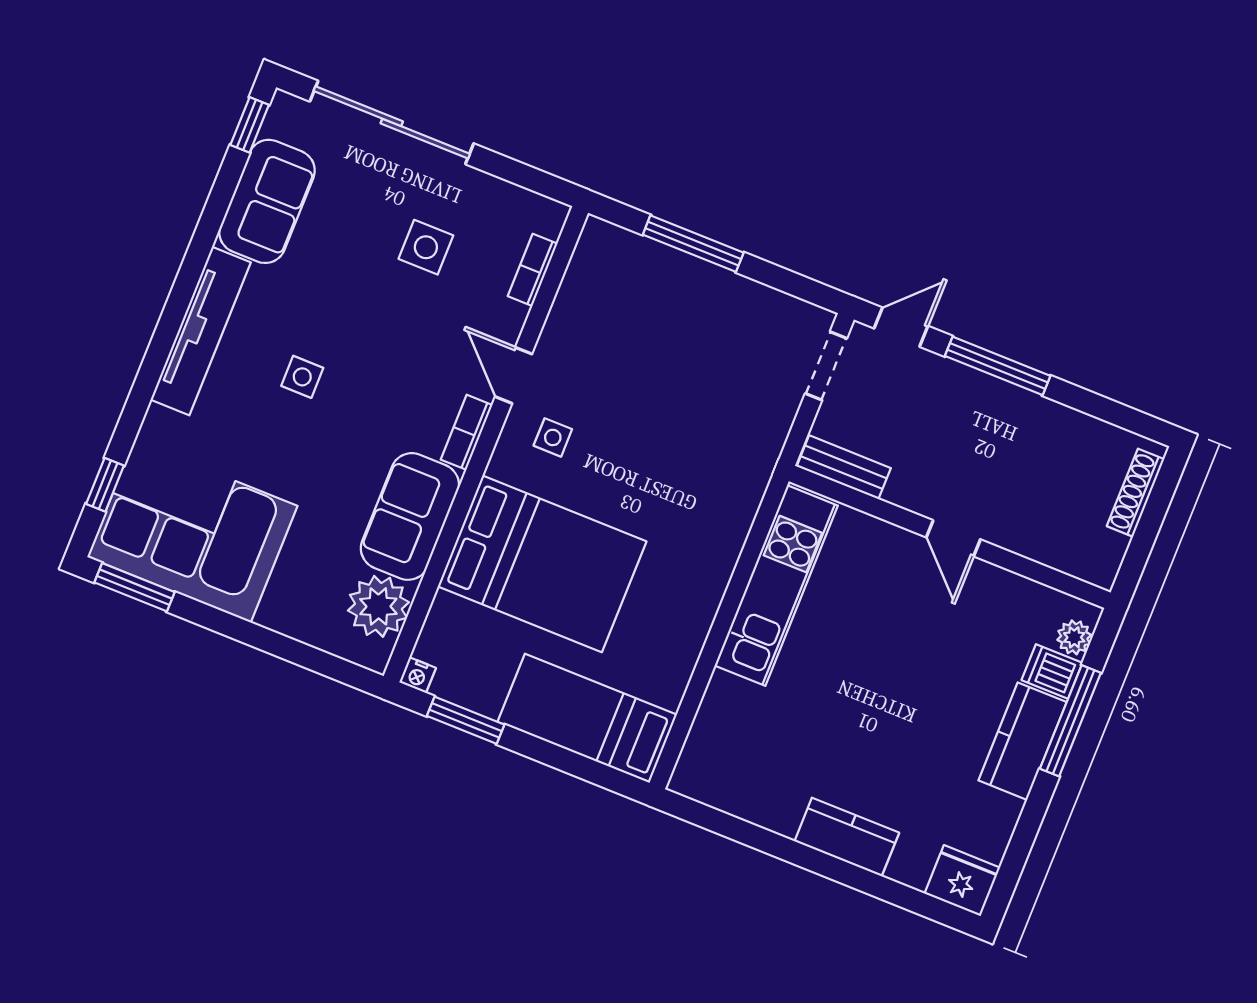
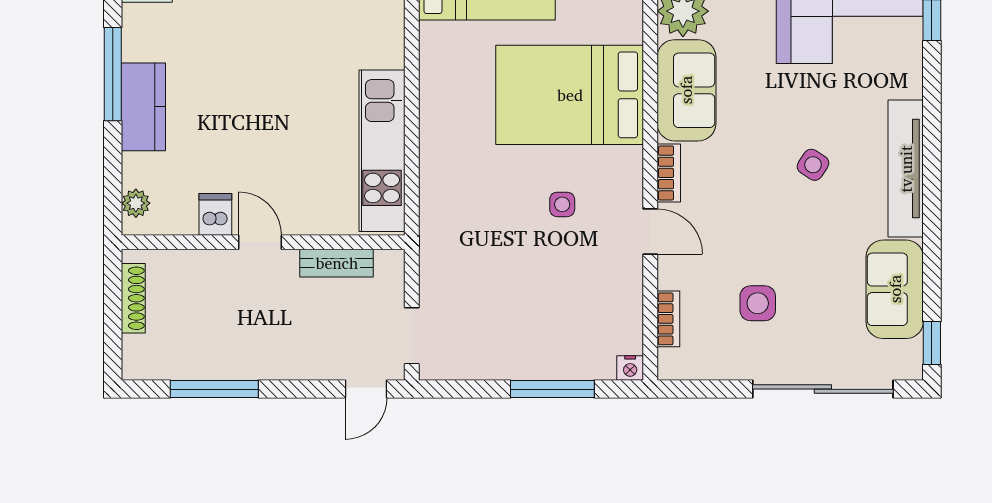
nightstand: (597, 232) -> (630, 368), added
window: (998, 366) -> (214, 389), moved
side table: (302, 377) -> (813, 165), turned 33
side table: (553, 437) -> (562, 204), moved
bench: (844, 467) -> (337, 263), moved
shoe rack: (1136, 493) -> (133, 298), moved
dishwasher: (1052, 672) -> (215, 214), moved, turned -90
window: (1070, 721) -> (113, 74), moved

